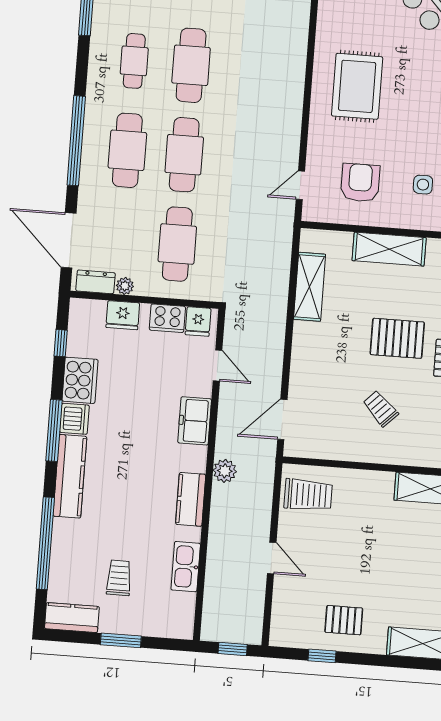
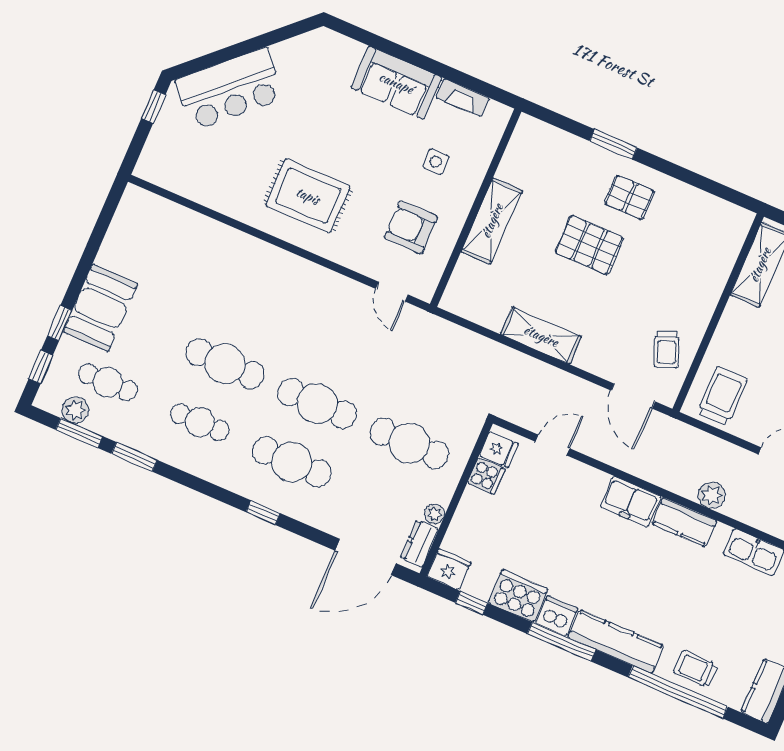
window: (76, 141) -> (263, 513), width x0.32
shelving: (310, 287) -> (541, 336), moved
fridge: (123, 315) -> (449, 569), moved, turned -90
cooker: (167, 318) -> (486, 476), width x0.73
pallet: (397, 338) -> (589, 245), turned 90
trolley: (380, 409) -> (666, 350), moved, turned -67
freezer: (195, 421) -> (631, 501), moved
plant: (225, 471) -> (712, 495), moved
trolley: (119, 578) -> (696, 669), moved

